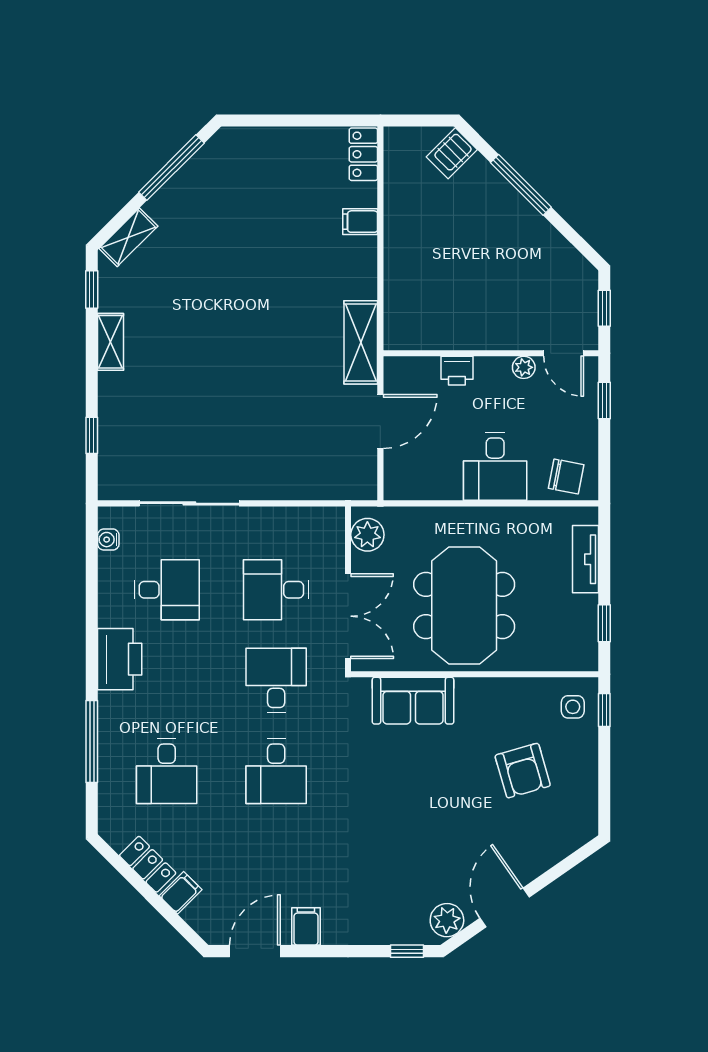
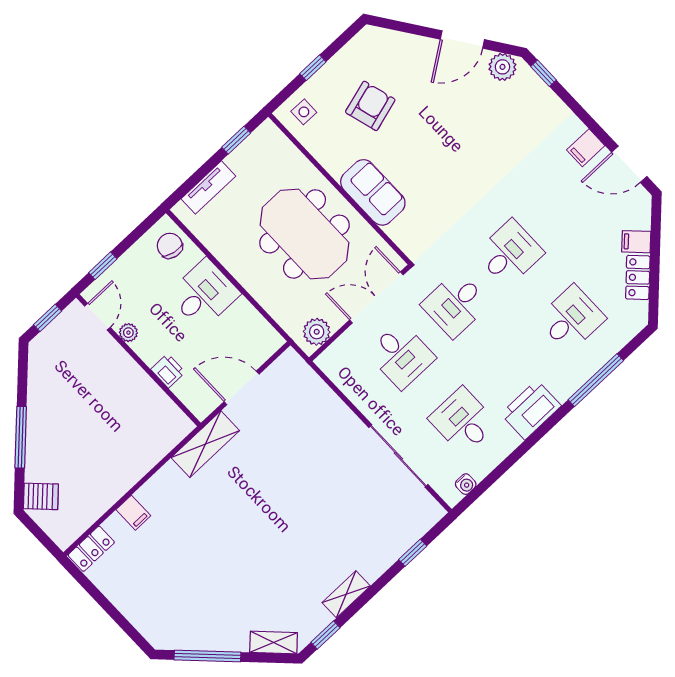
meeting table: (464, 605) -> (304, 234), turned 90
sofa: (413, 701) -> (373, 192), moved
window: (604, 710) -> (313, 68), moved

